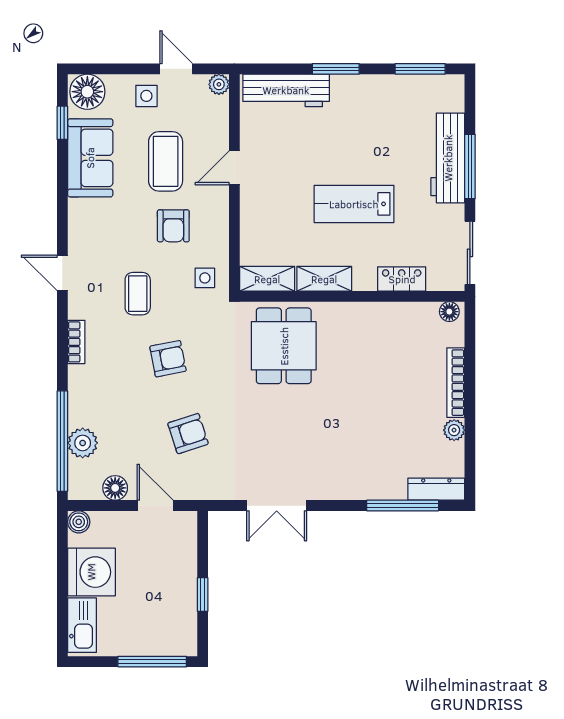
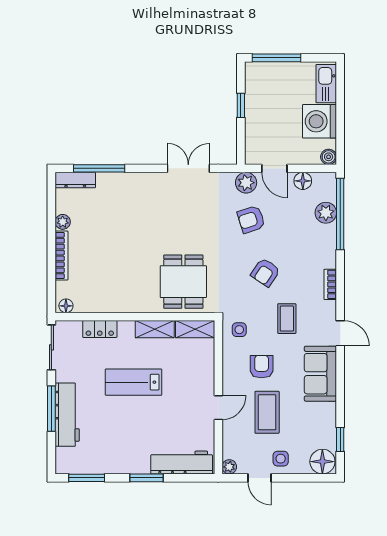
sofa: (90, 158) -> (320, 374), moved
lab bench: (354, 204) -> (133, 382), turned 180
armchair: (168, 359) -> (265, 272), turned -45
plant: (195, 485) -> (246, 183), added

